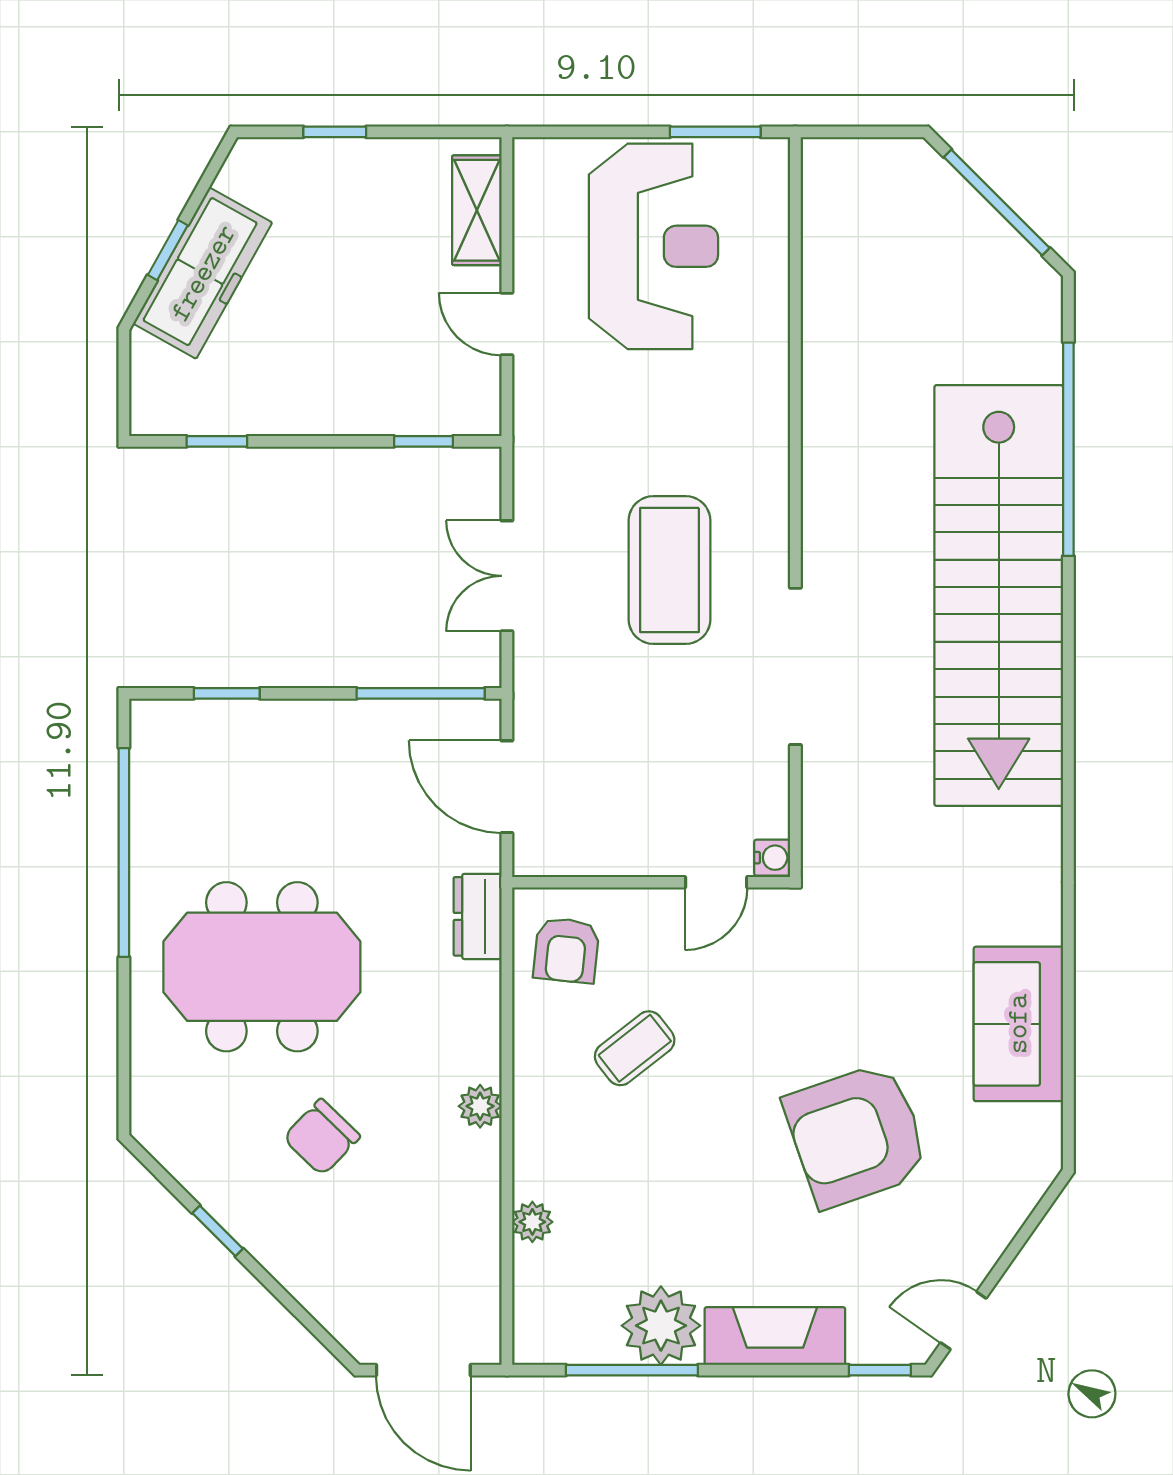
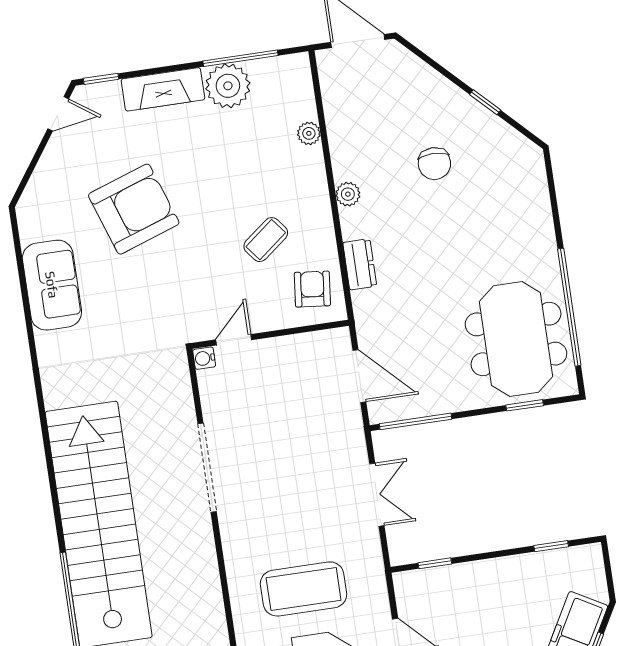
coffee table: (669, 570) -> (304, 589), moved, turned 90
dresser: (478, 916) -> (360, 264), moved
meeting table: (262, 967) -> (516, 339), moved, turned 90
chair: (322, 1137) -> (434, 164), turned 136

